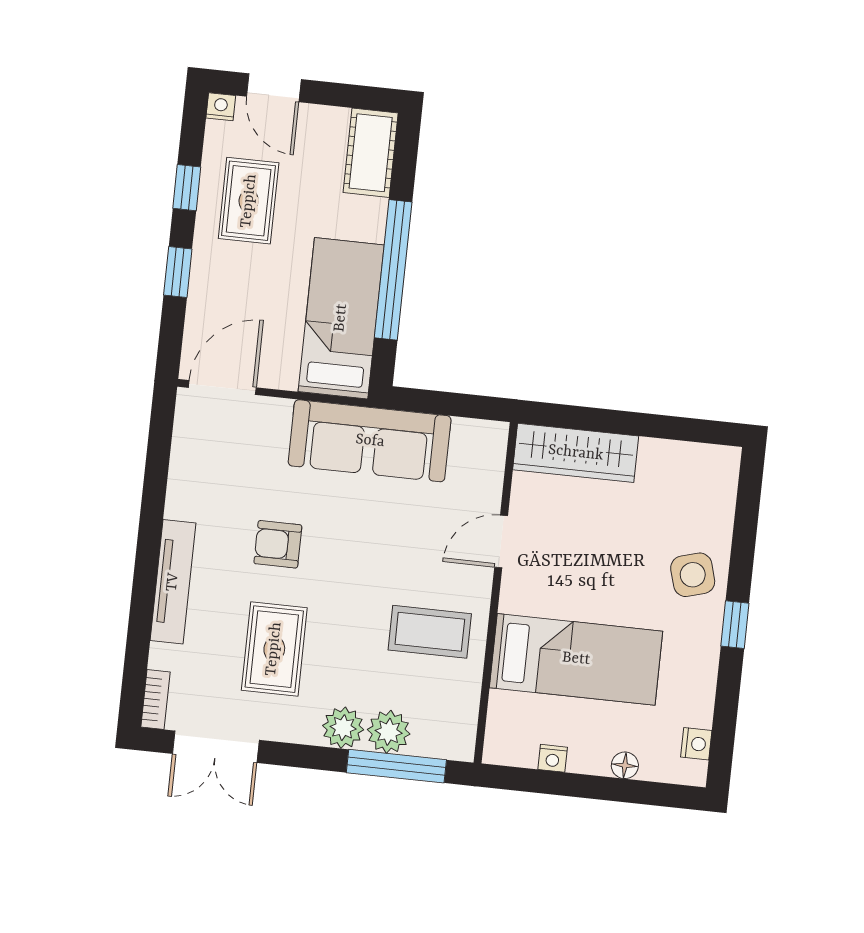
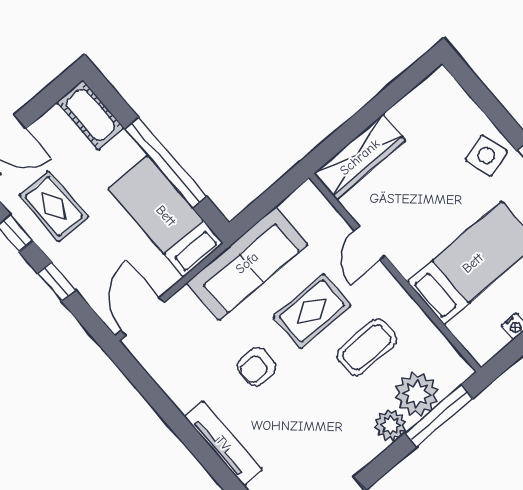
coffee table: (430, 632) -> (367, 347), moved
rug: (274, 649) -> (312, 311), moved, turned 90
plant: (389, 732) -> (417, 394), width x1.36, depth x1.36

